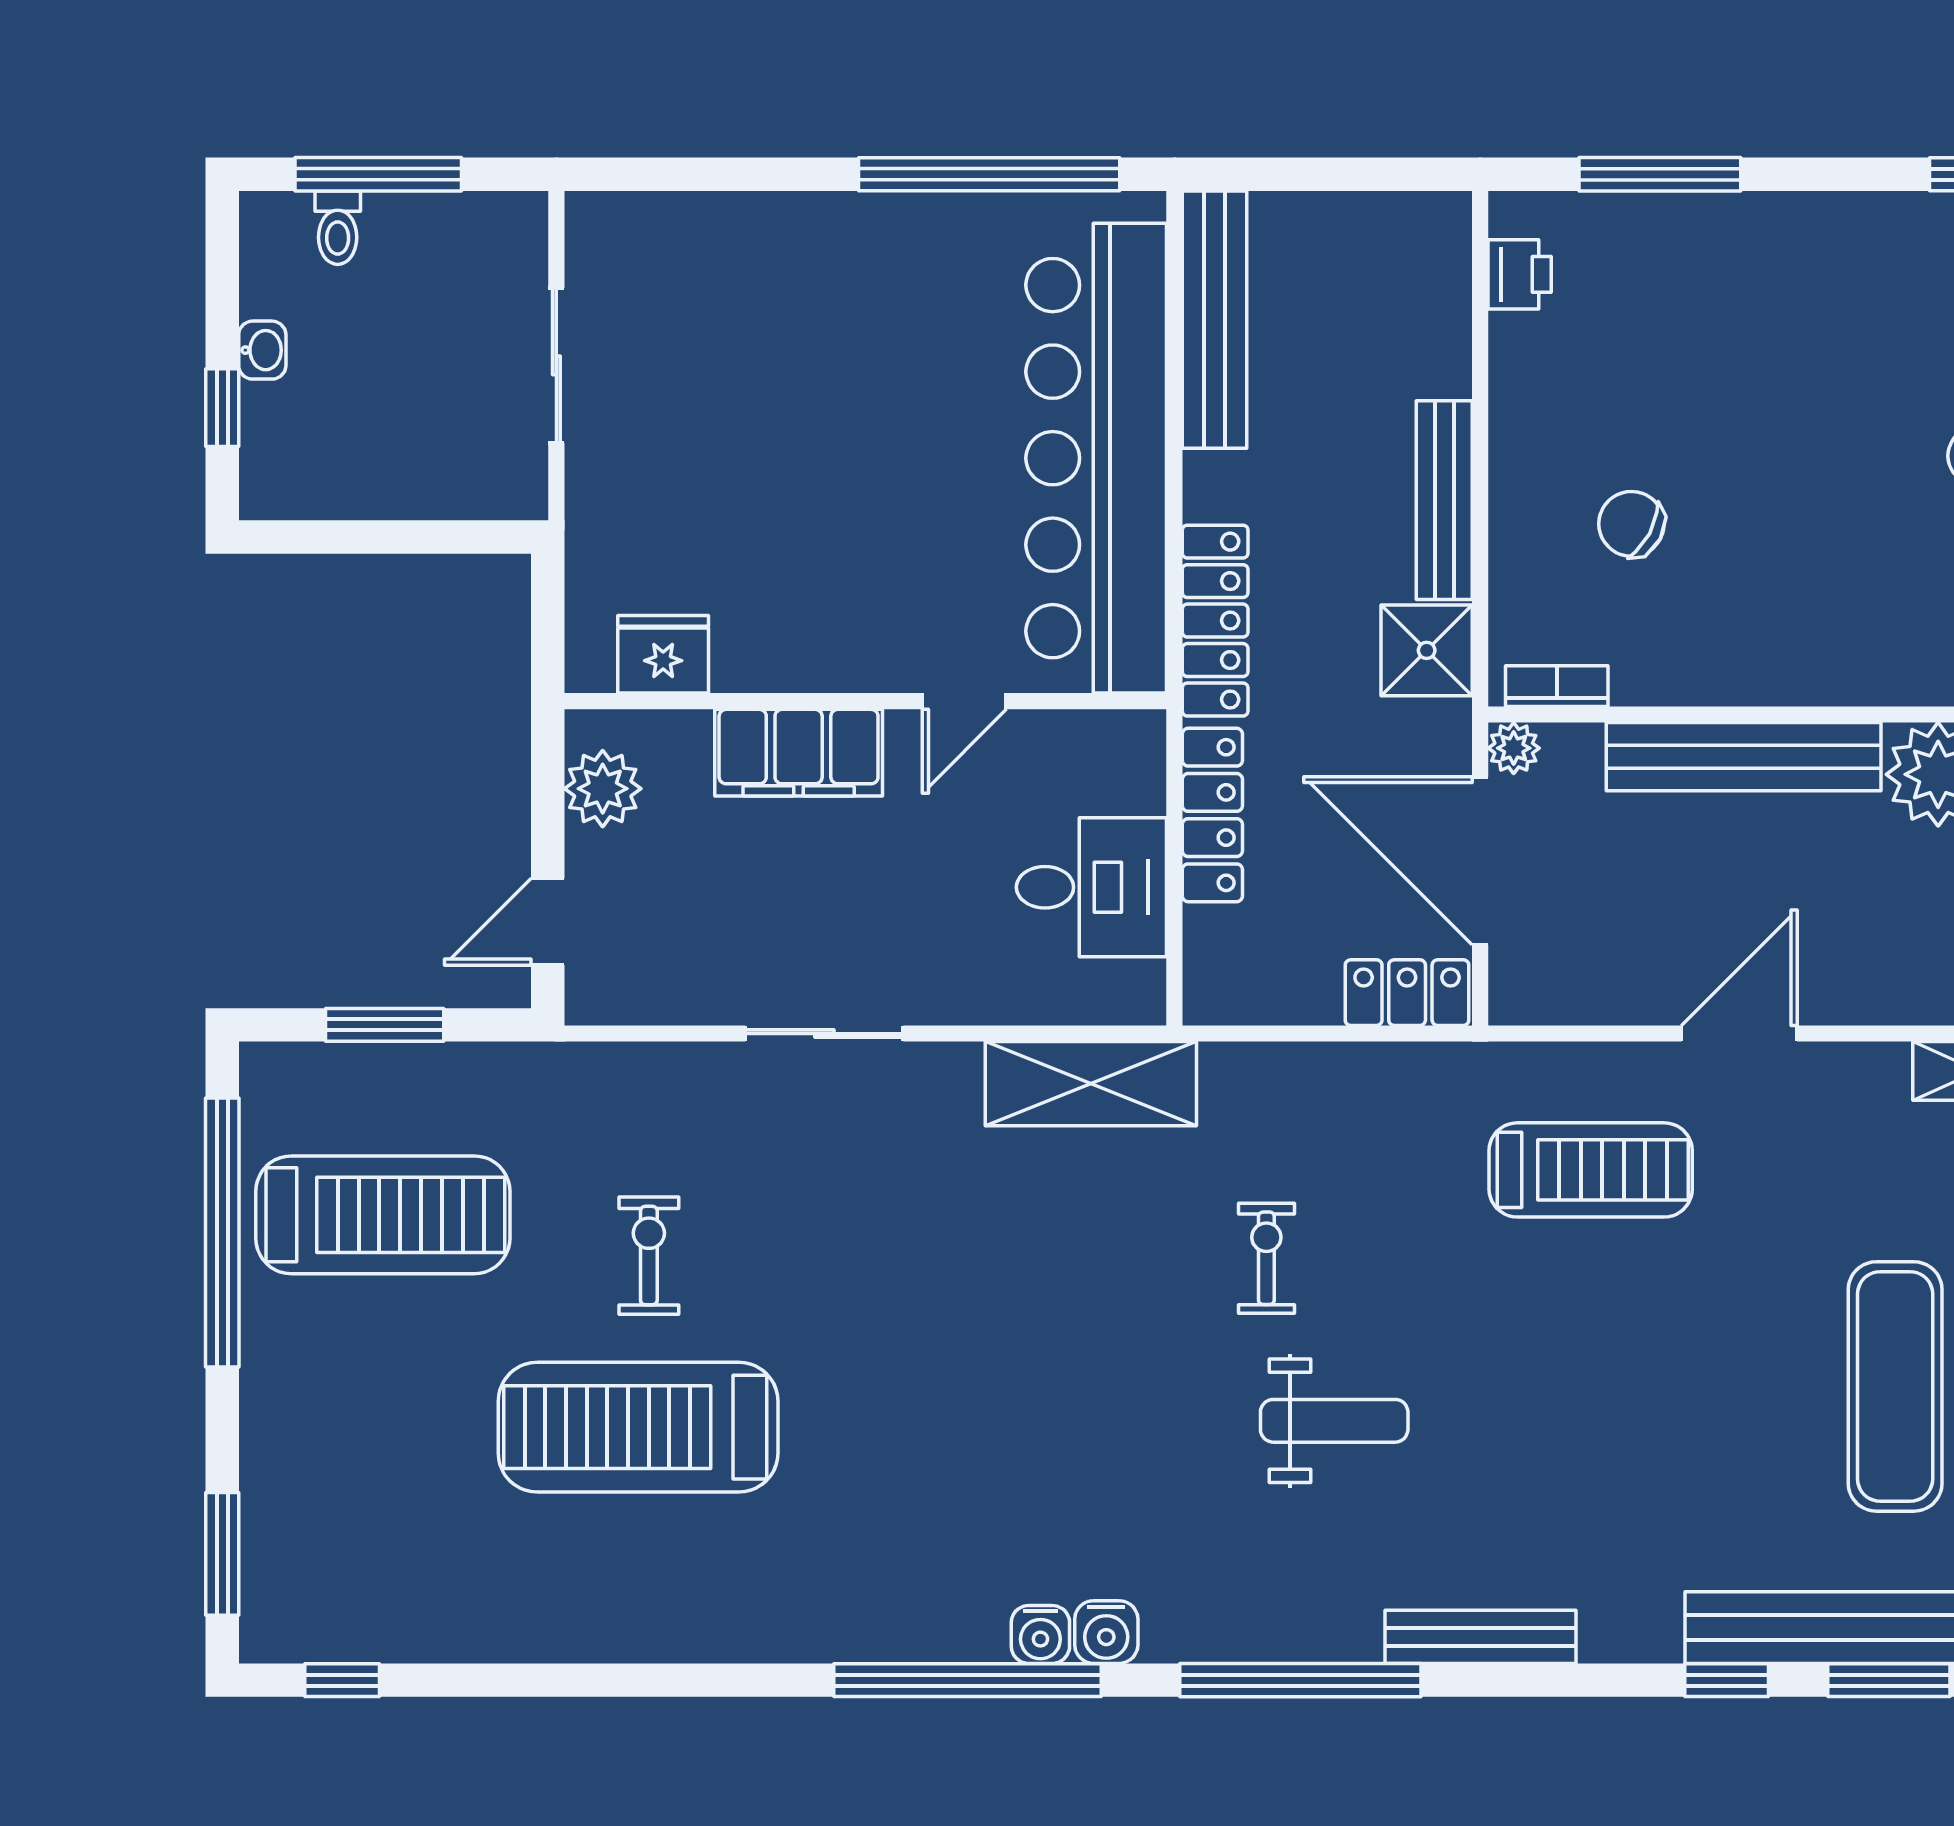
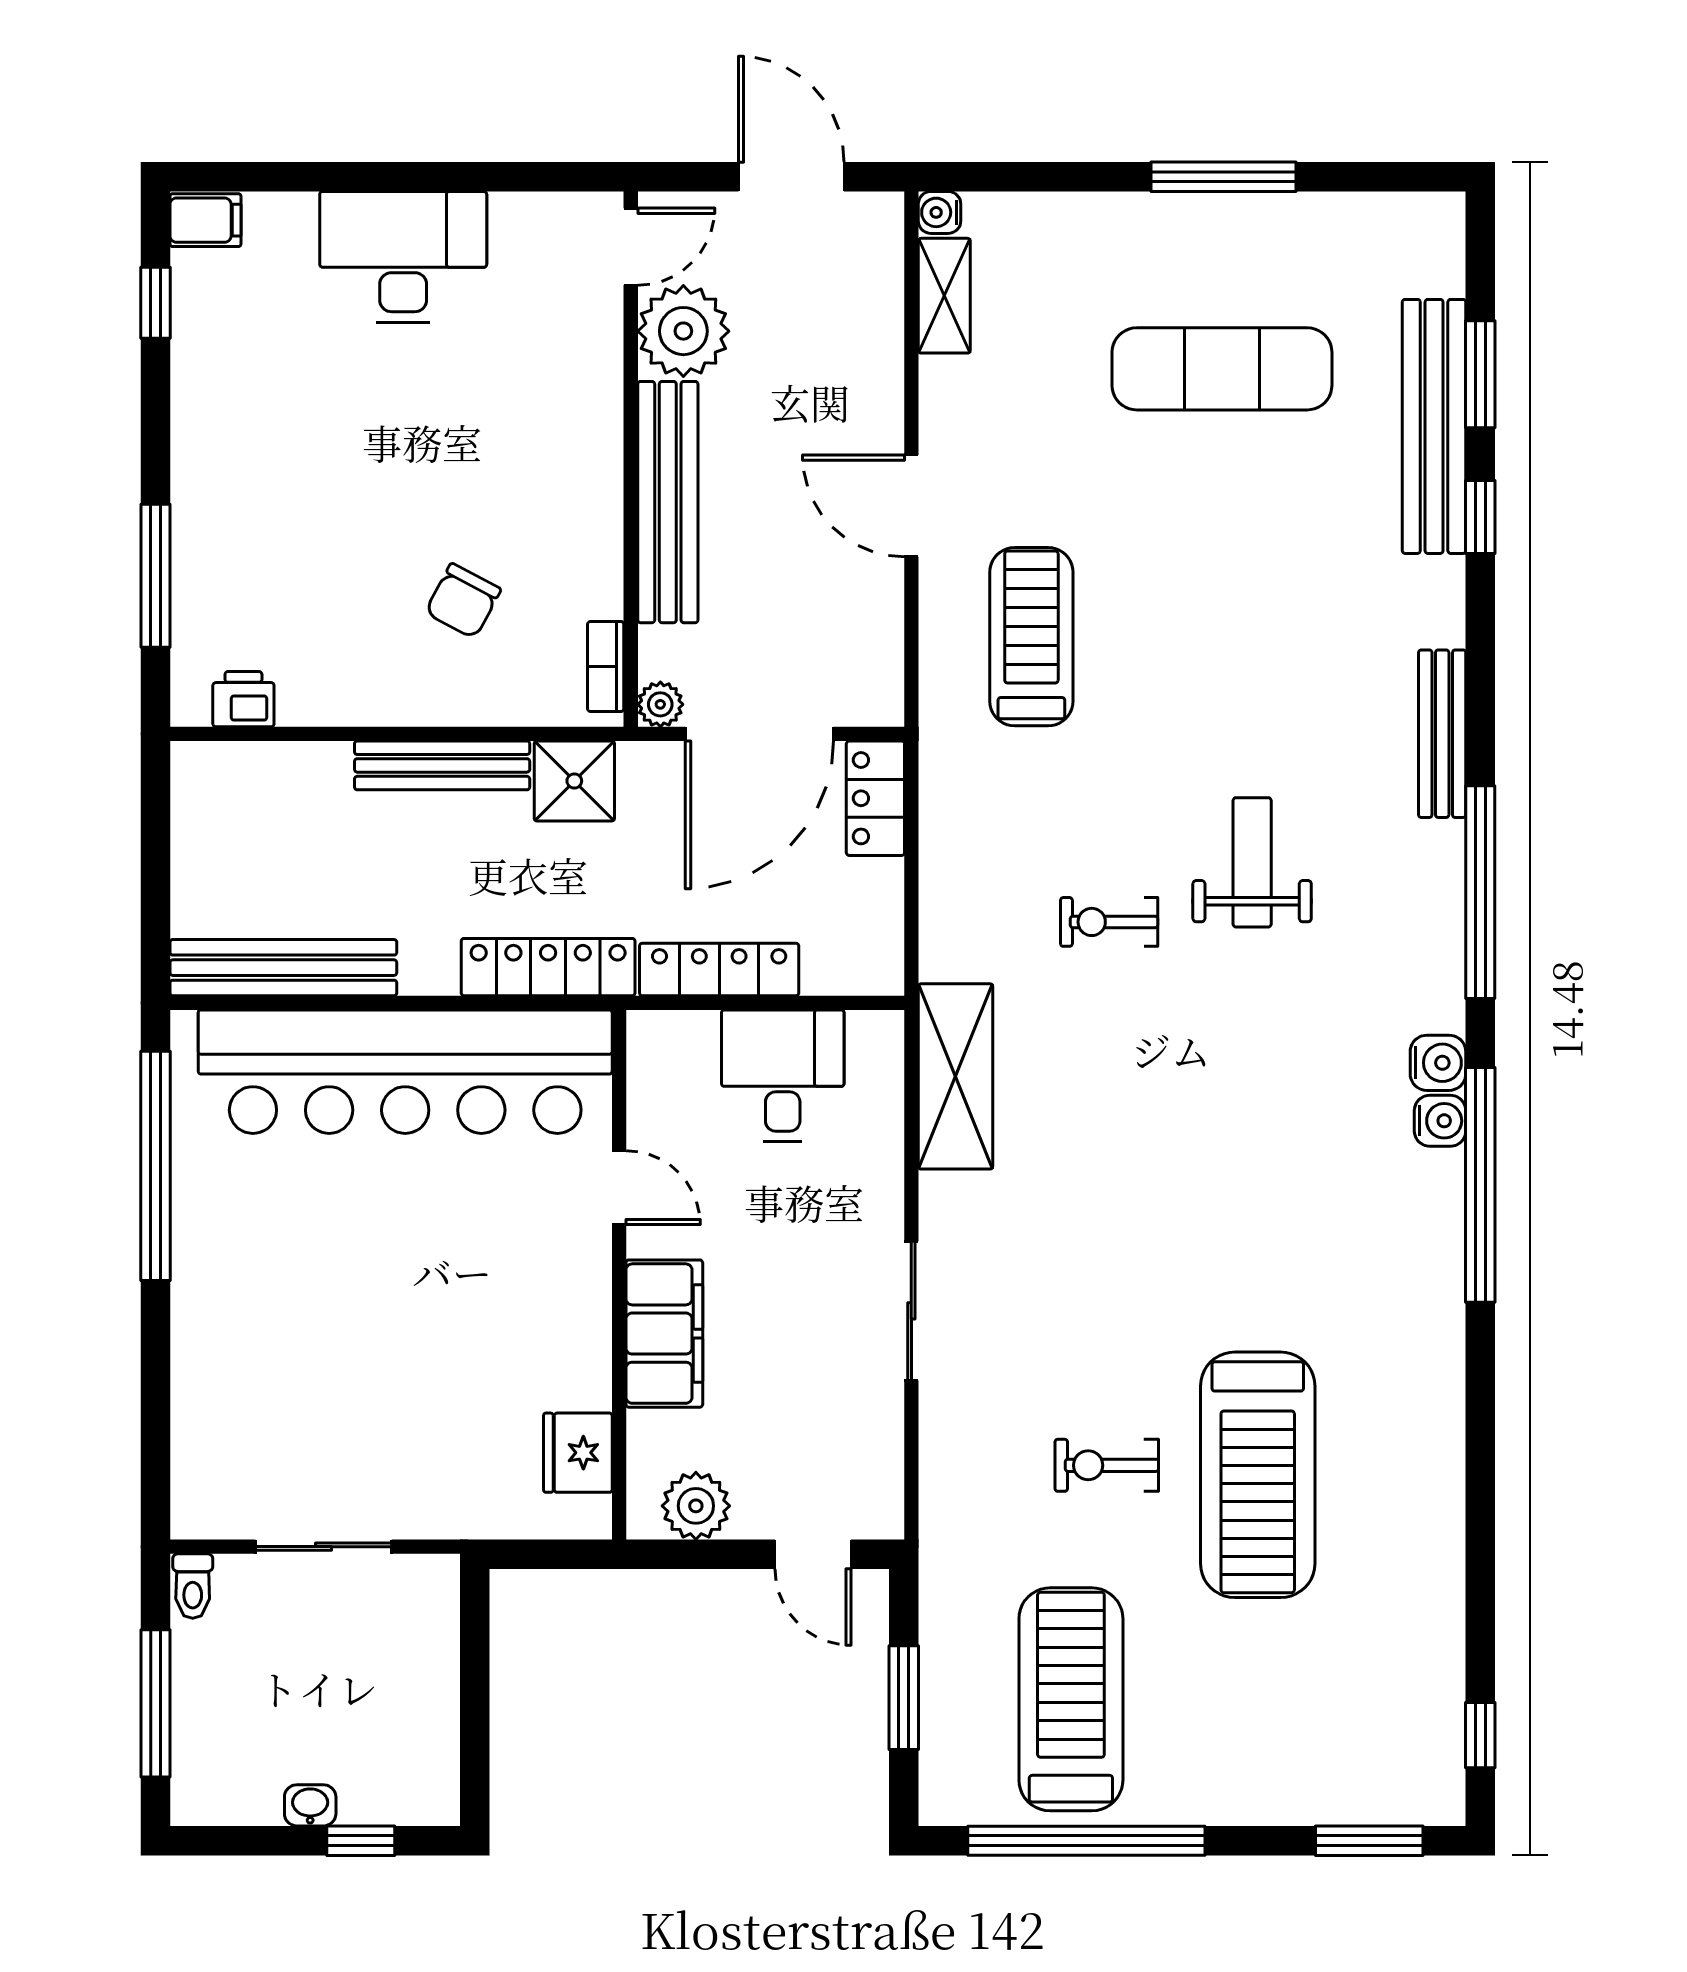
toilet: (338, 228) -> (193, 1586), moved, turned 90

